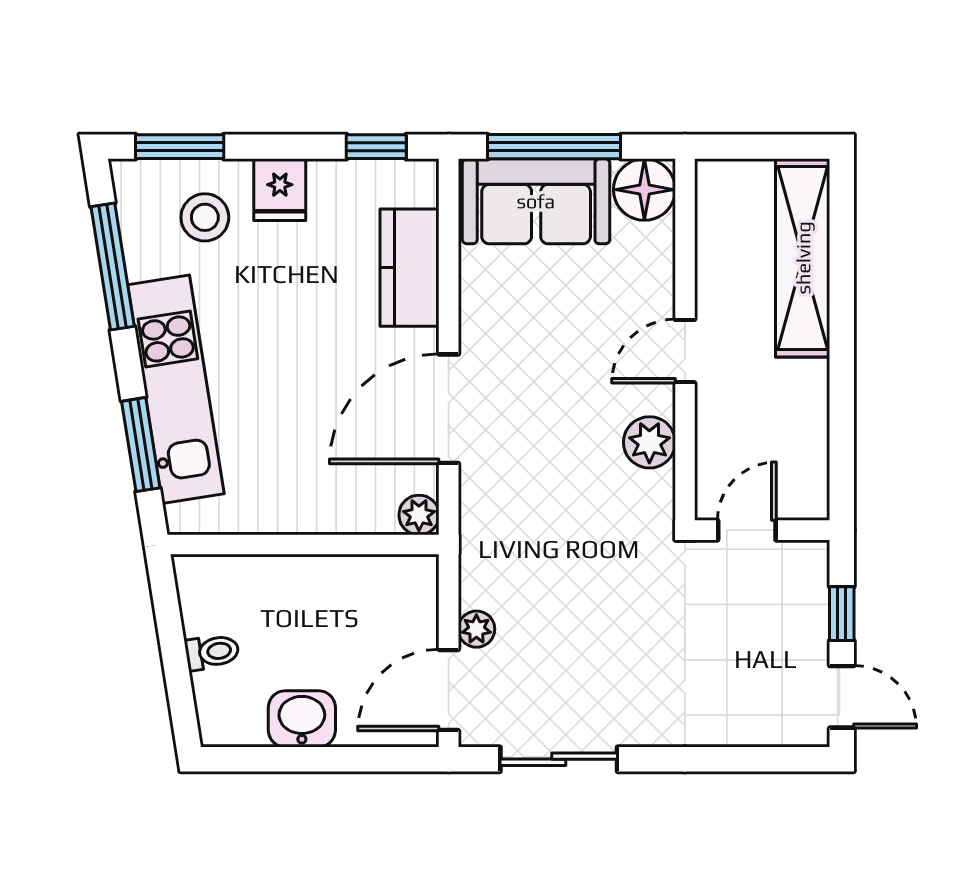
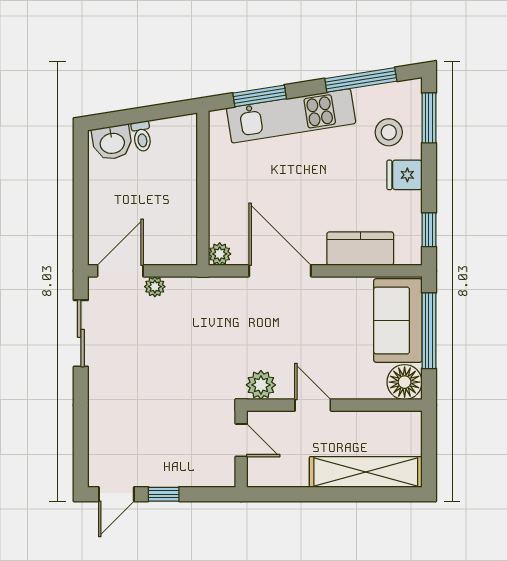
door: (747, 530) -> (241, 440), moved
wall: (762, 530) -> (241, 449), moved
door: (449, 690) -> (120, 271), hinge flipped
washbasin: (302, 719) -> (112, 142), moved, turned 81

